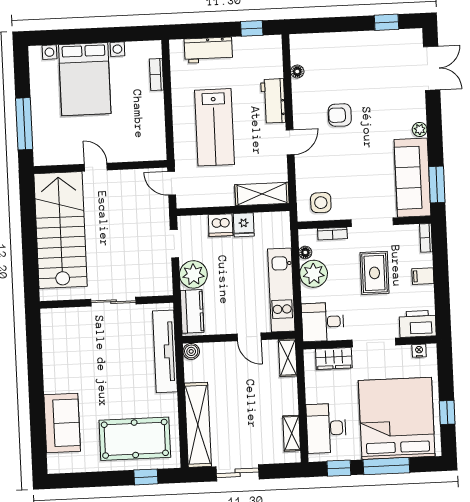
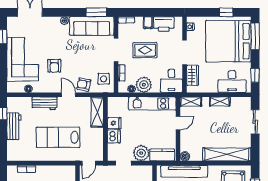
workbench: (208, 50) -> (14, 126), moved
corner sofa: (349, 59) -> (23, 59), added
lab bench: (214, 127) -> (58, 137), turned 180
armchair: (309, 168) -> (84, 85), added
printer: (418, 324) -> (164, 24), moved, turned -90
shelving: (292, 433) -> (220, 101), moved
window: (386, 466) -> (255, 36), moved
sliding door: (238, 473) -> (255, 122), moved

